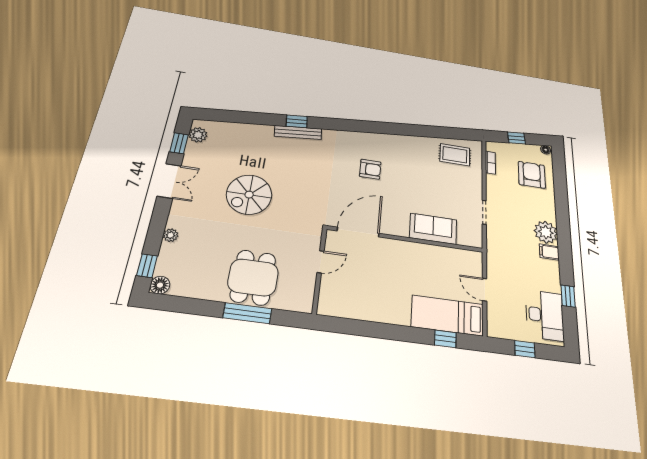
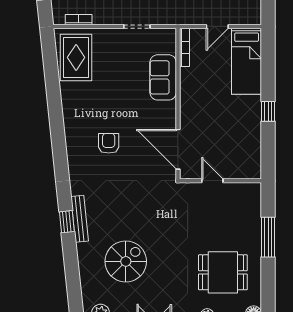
rug: (455, 155) -> (76, 57), width x1.36, depth x1.43
spiral stairs: (249, 195) -> (126, 261), moved, turned -90
bookcase: (463, 254) -> (184, 47), added
dining table: (253, 277) -> (223, 272), moved
window: (445, 339) -> (268, 111), moved

